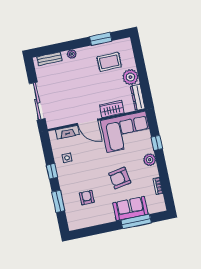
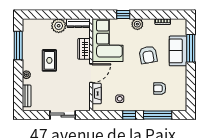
window: (101, 39) -> (18, 46), width x1.44
rug: (109, 62) -> (49, 60), moved
sliding door: (37, 101) -> (63, 115), width x0.73
window: (58, 201) -> (158, 115), width x1.44

